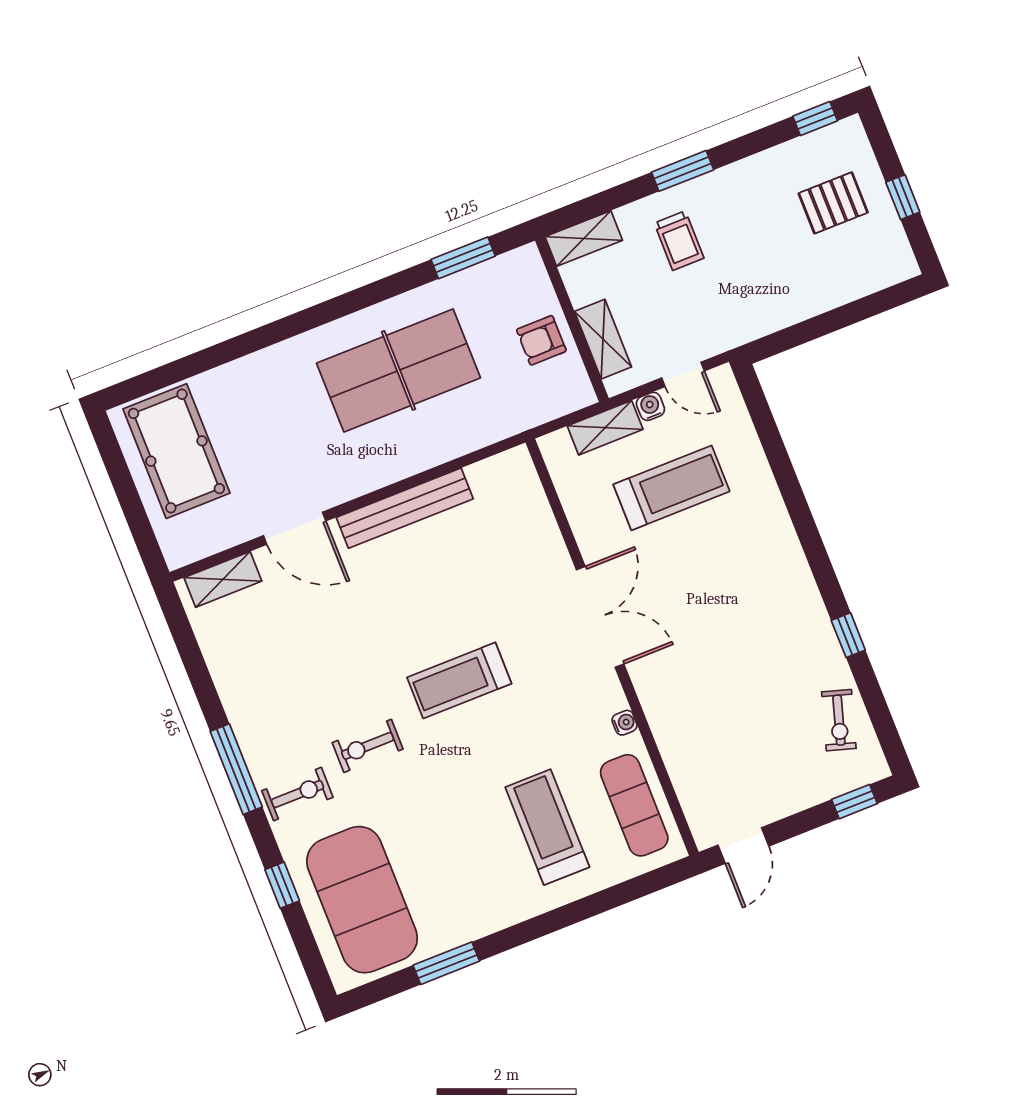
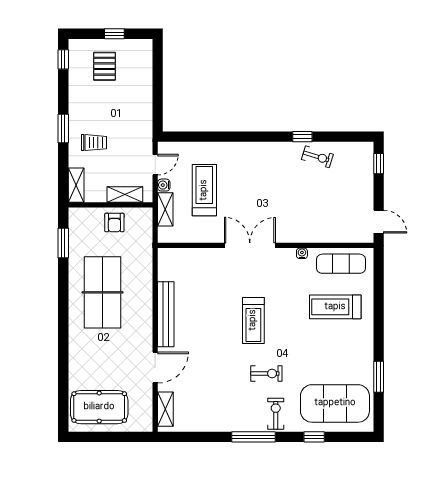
exercise bike: (839, 720) -> (317, 157), moved
exercise bike: (368, 746) -> (266, 373), turned -90

